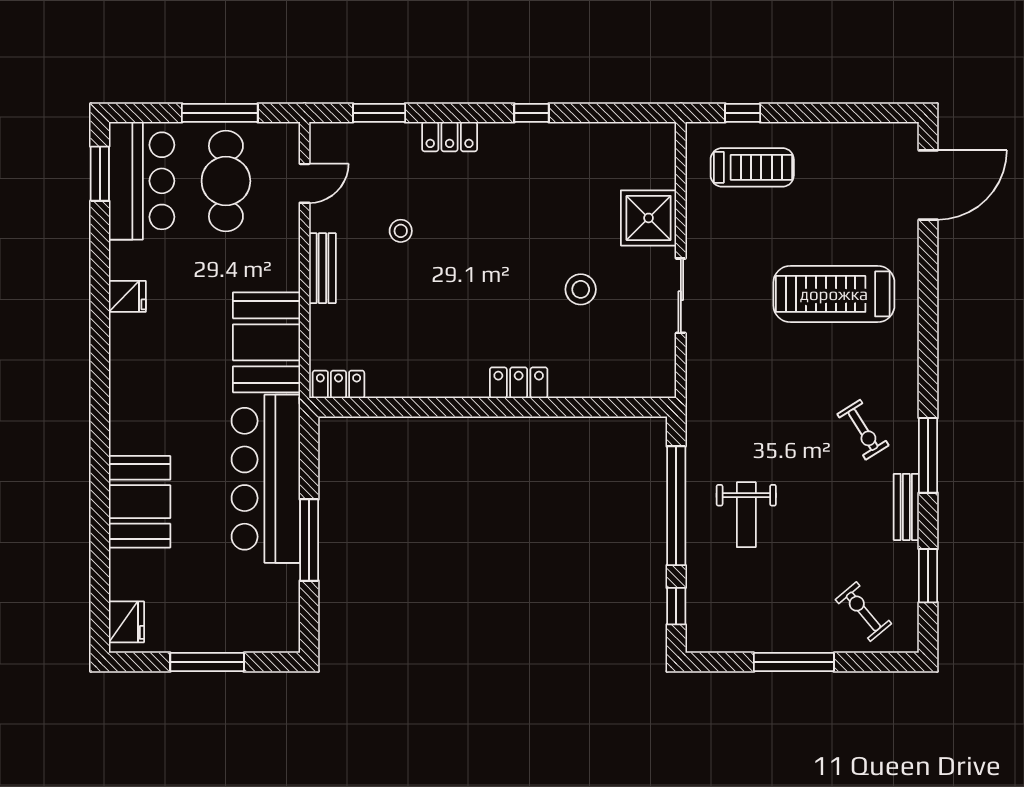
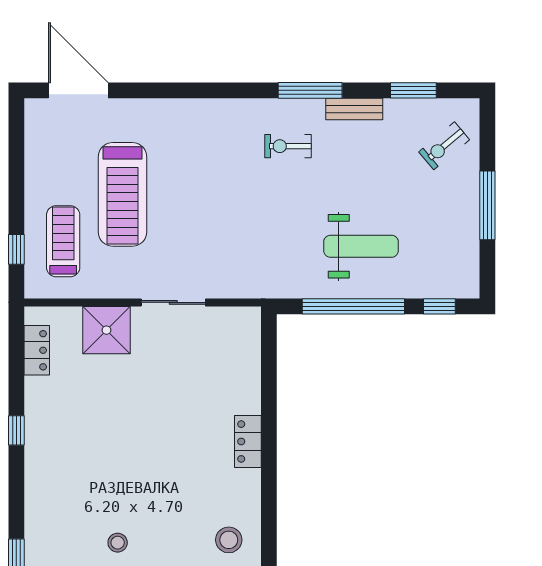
locker: (450, 137) -> (37, 350), moved
stool: (581, 289) -> (229, 540), moved
treadmill: (834, 294) -> (123, 194), moved
exercise bike: (863, 430) -> (288, 146), turned -148
weight bench: (746, 515) -> (361, 246), width x1.36, depth x1.33

